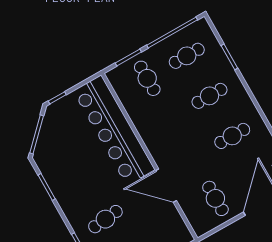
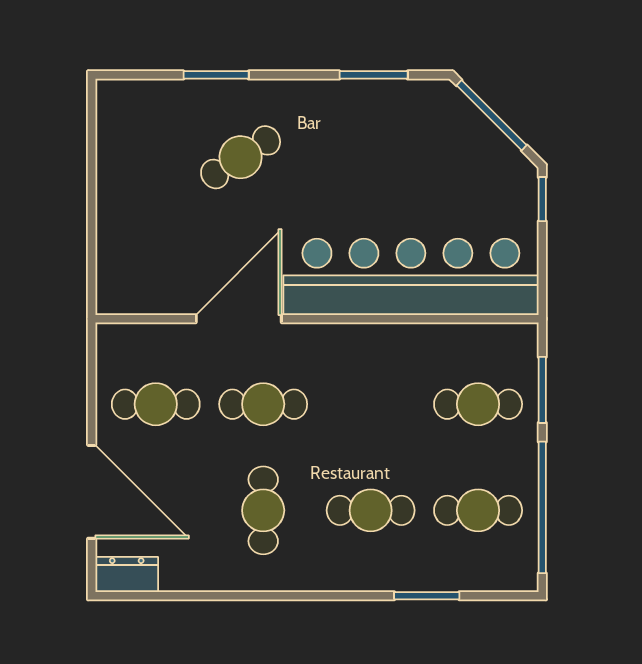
cafe table: (187, 56) -> (478, 510), turned 90
cafe table: (209, 96) -> (371, 510), turned 90
cafe table: (193, 158) -> (263, 404), added
cafe table: (105, 219) -> (241, 157), turned 63

